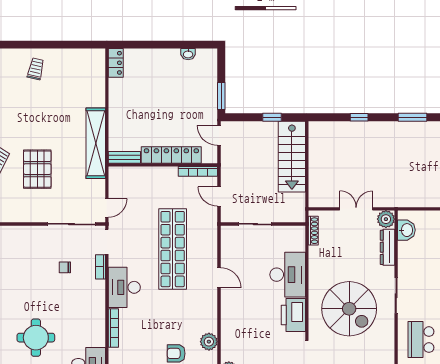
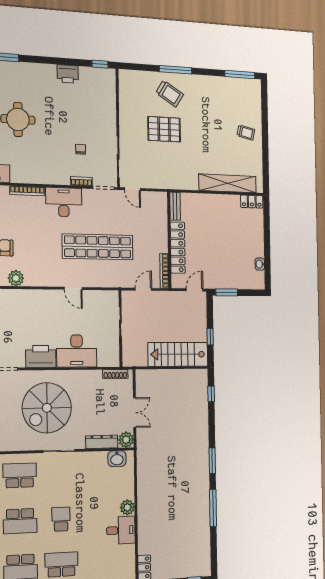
window: (359, 117) -> (211, 394), moved
shelving: (96, 143) -> (228, 183), moved
door: (219, 278) -> (73, 288), hinge flipped

